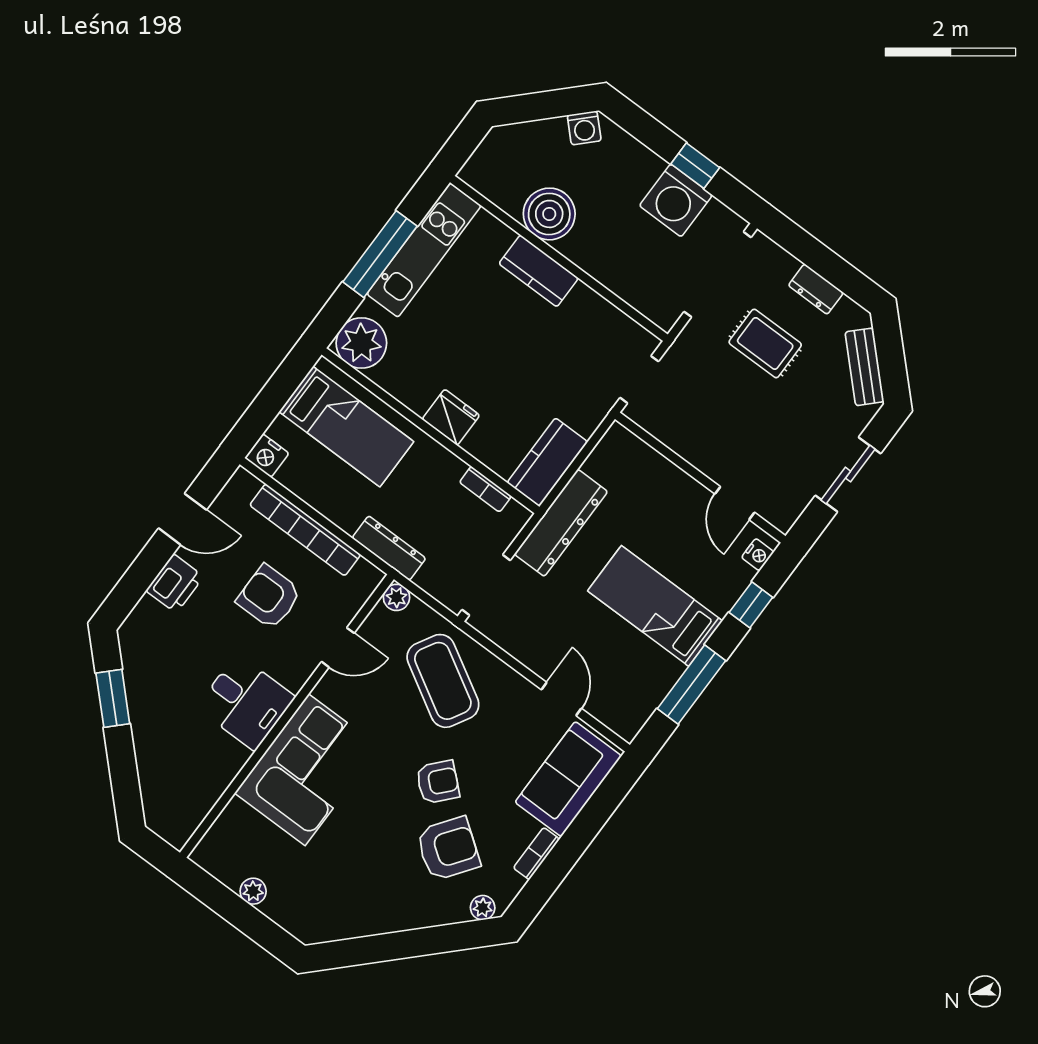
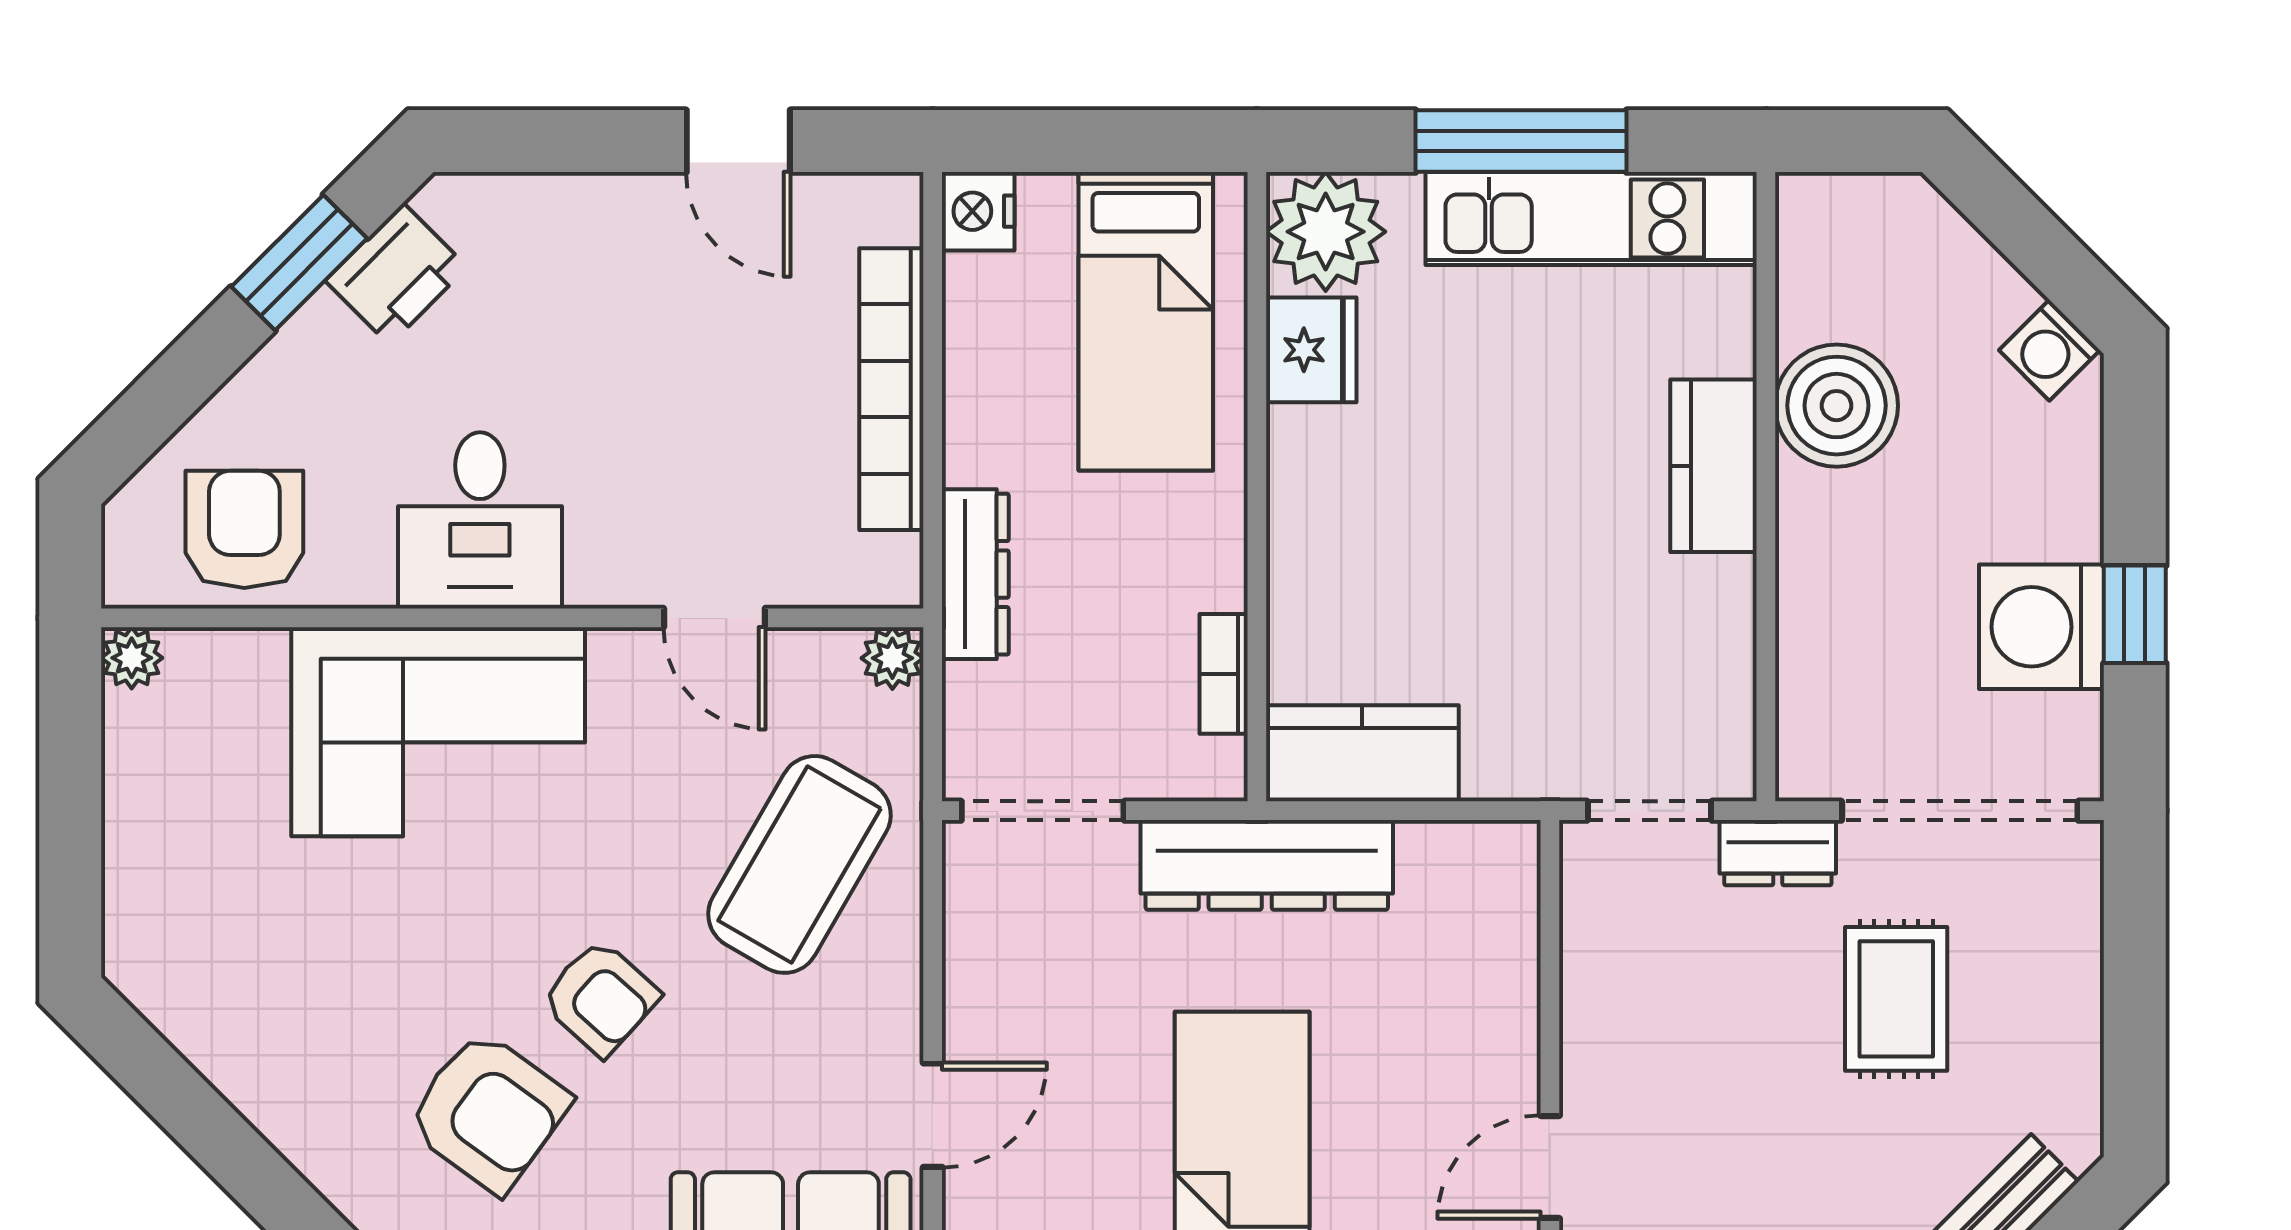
dresser: (816, 289) -> (1778, 853), moved, turned -90
fridge: (451, 417) -> (1311, 350), moved
printer: (175, 584) -> (396, 274), moved, turned -45
armchair: (269, 597) -> (244, 529), moved
plant: (253, 891) -> (132, 658), moved

